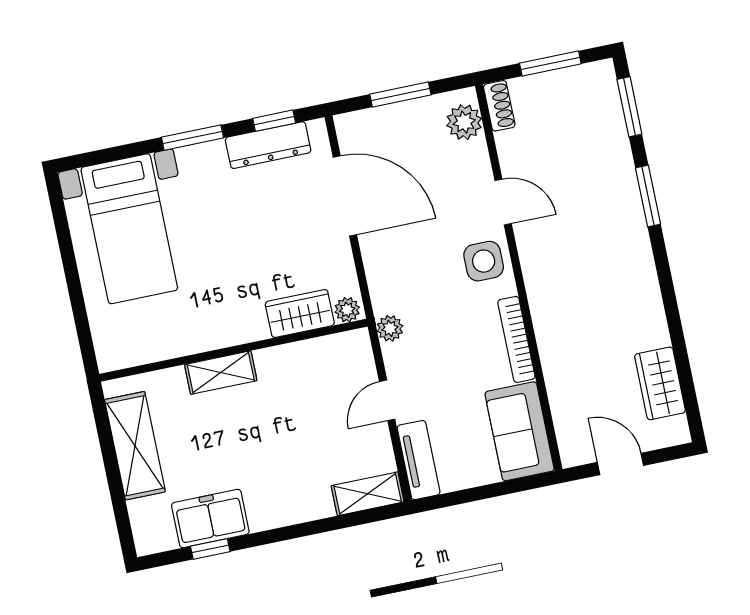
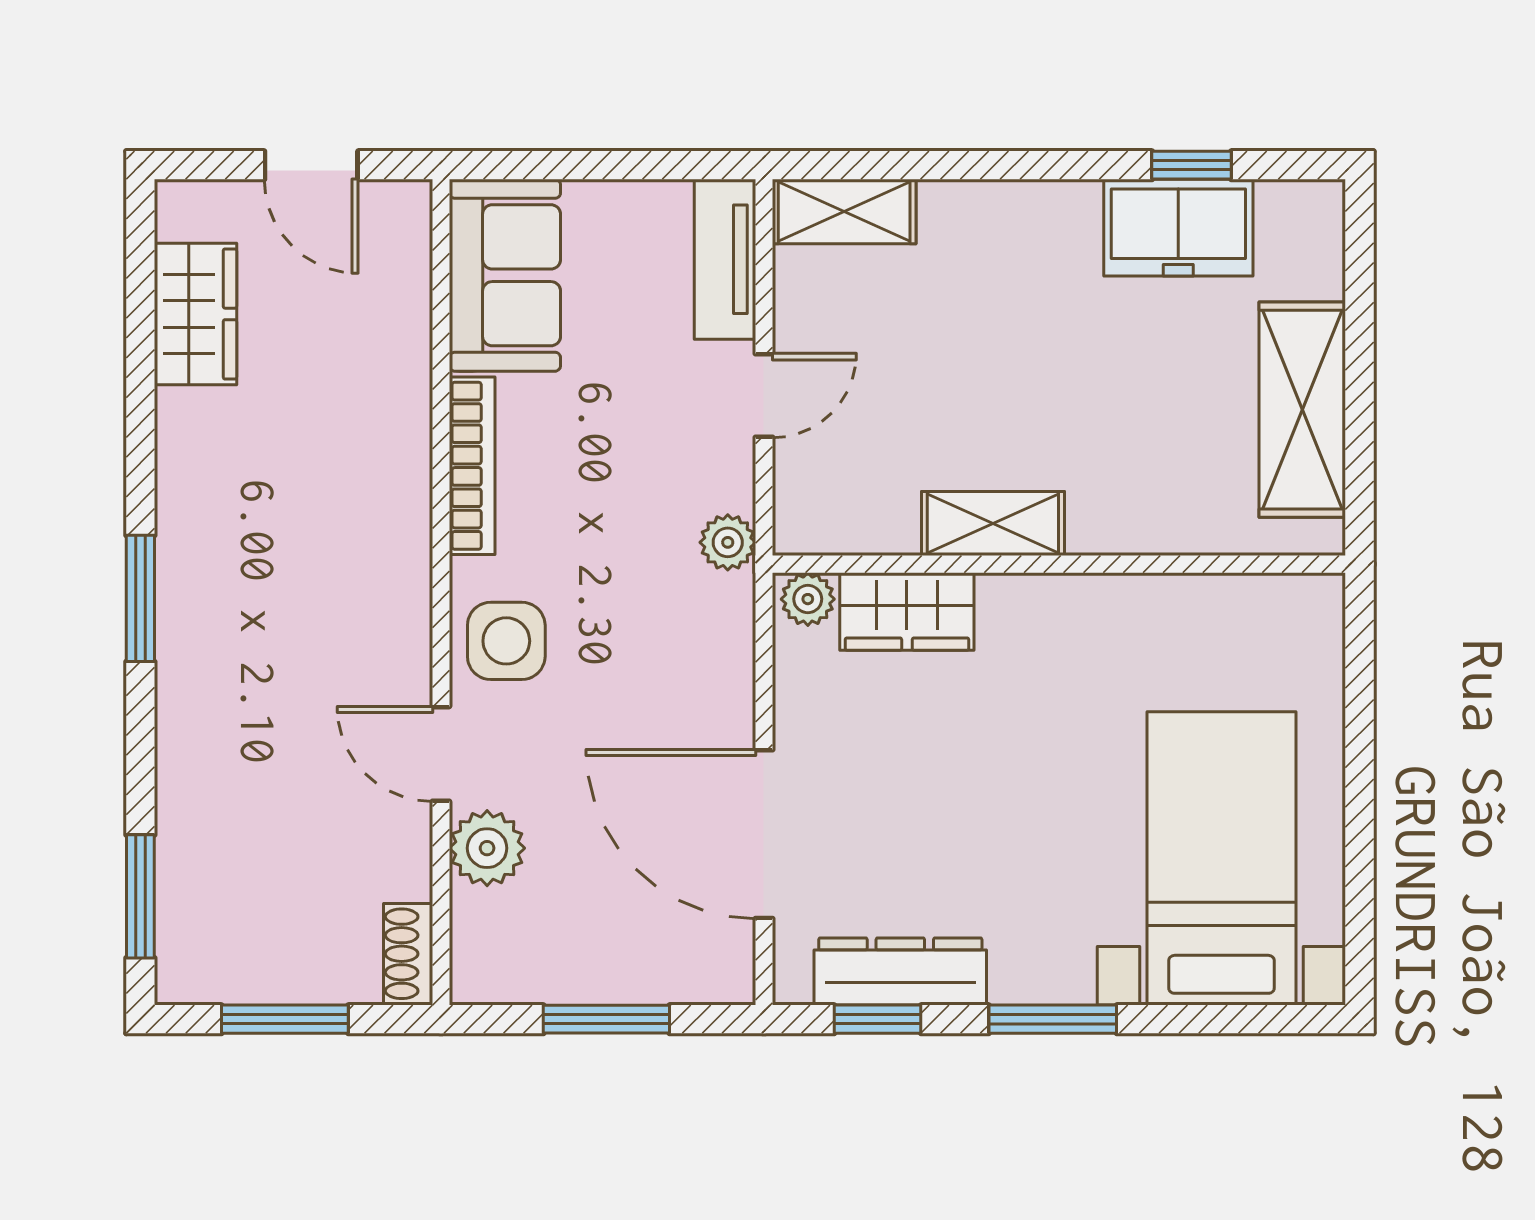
plant: (464, 122) -> (487, 848), moved
window: (648, 196) -> (140, 598), moved
shelving: (221, 373) -> (993, 524), moved

